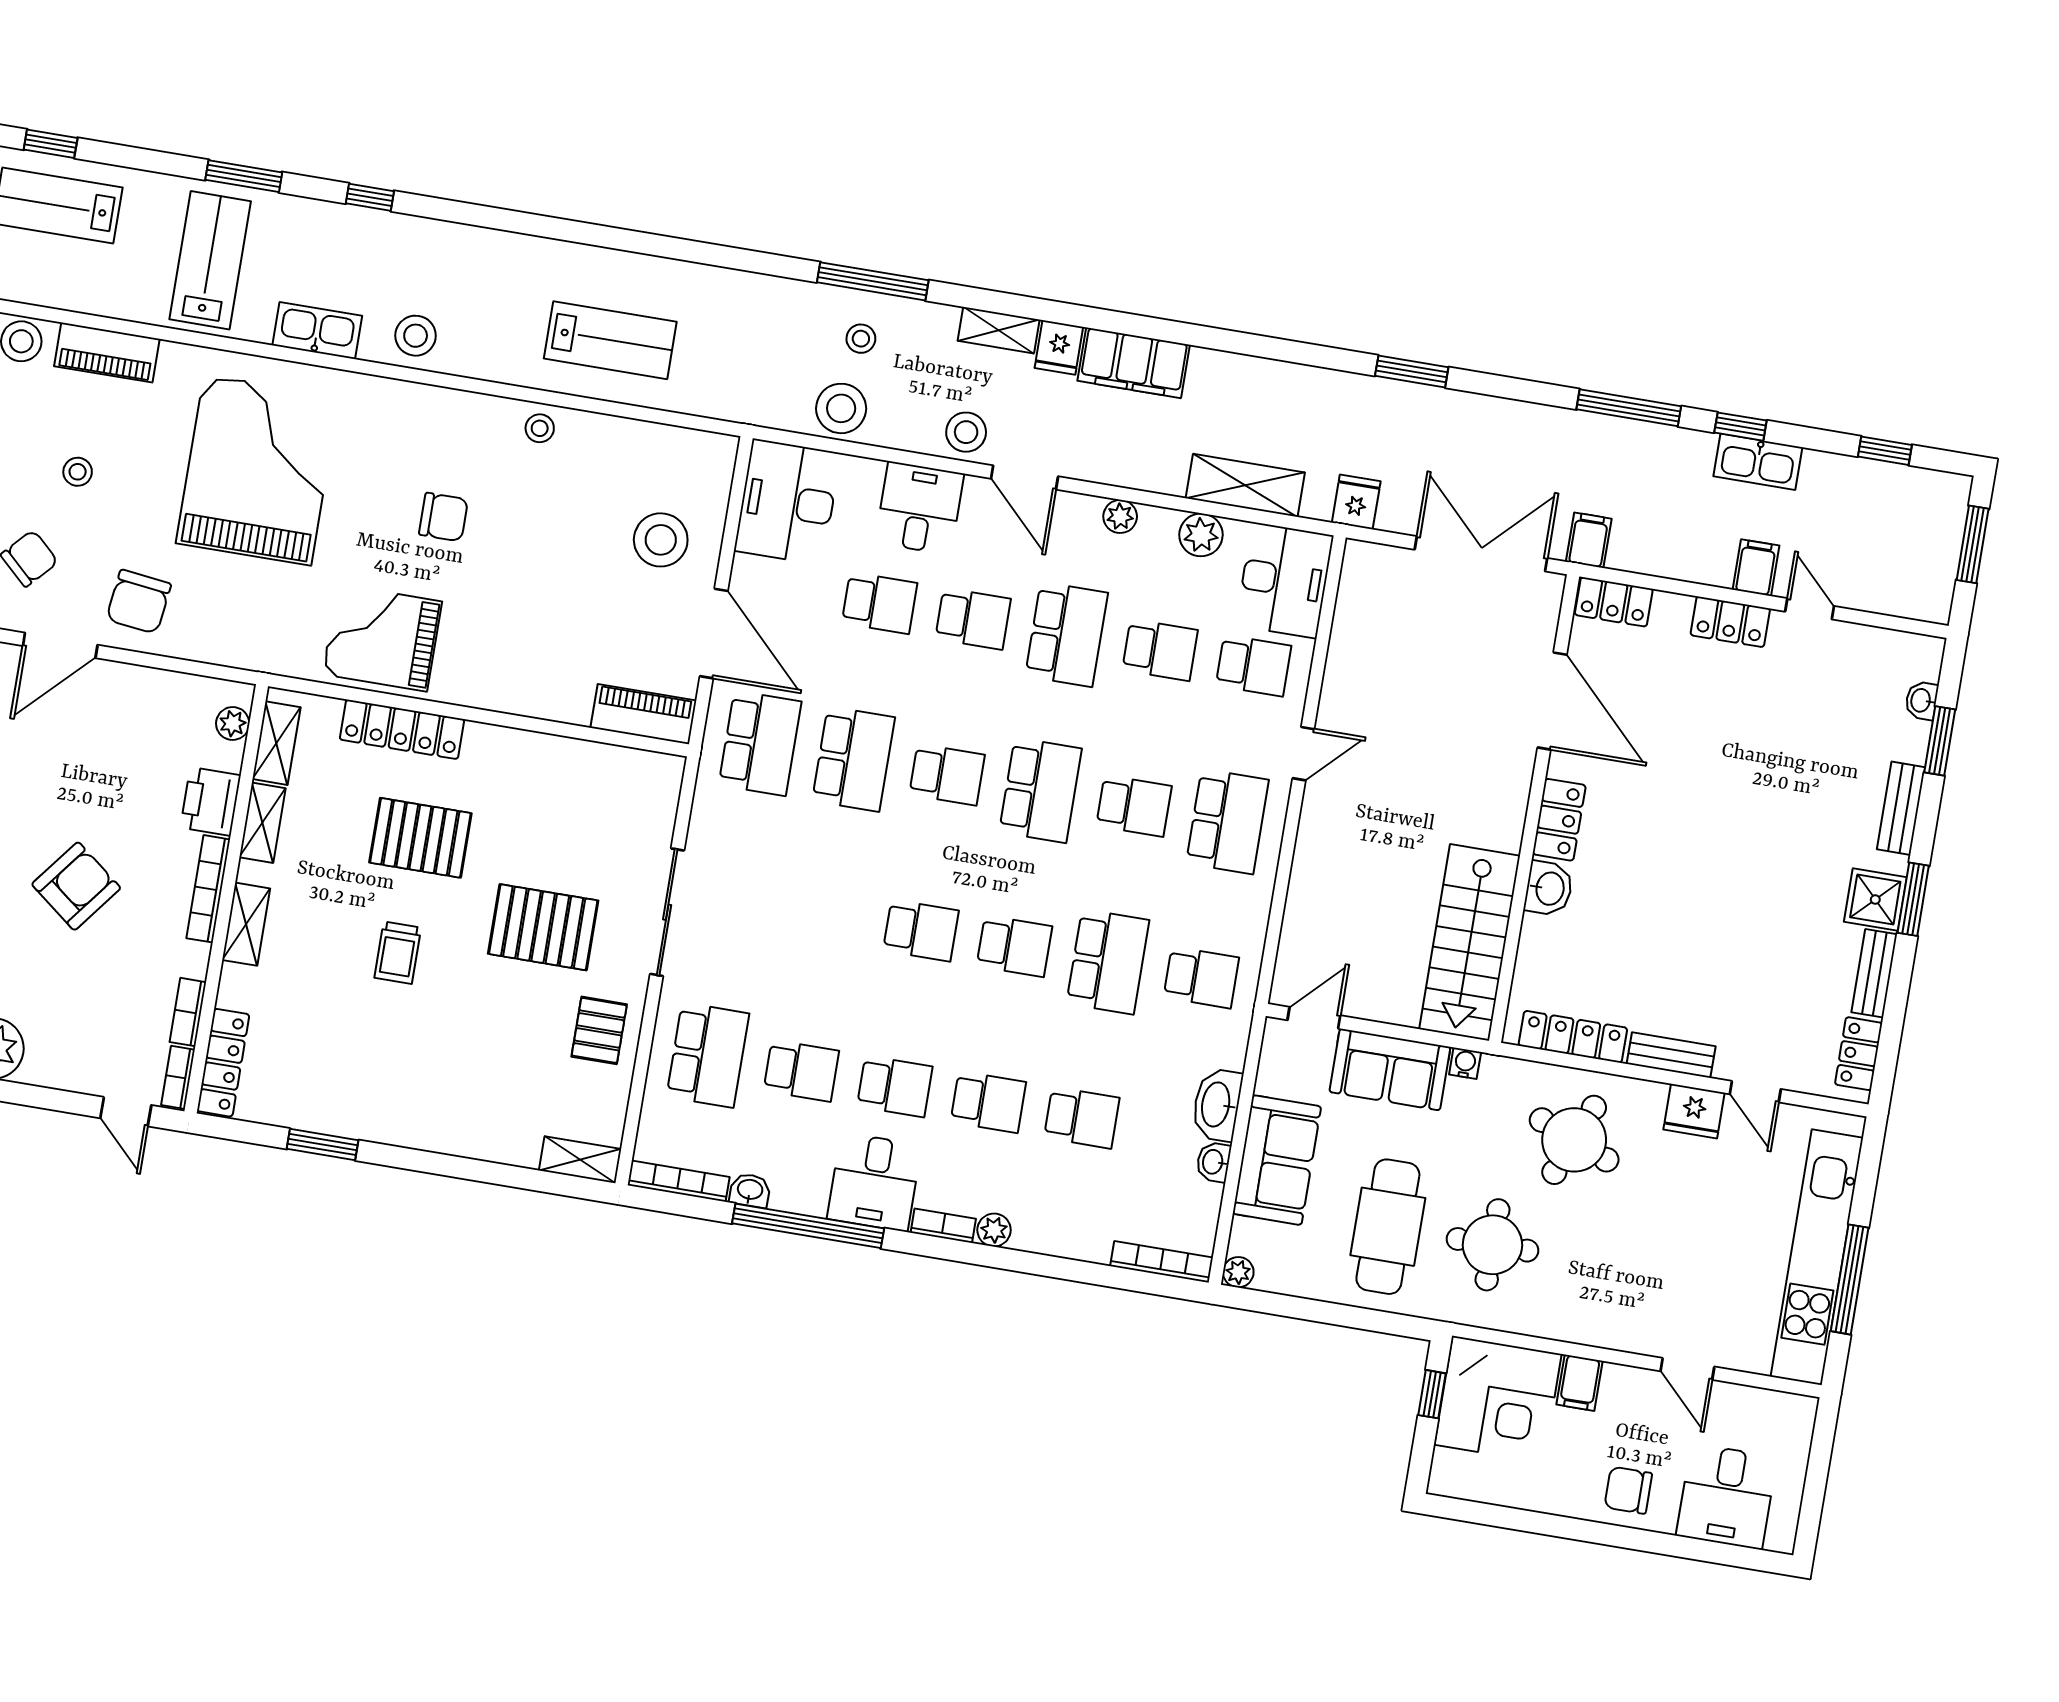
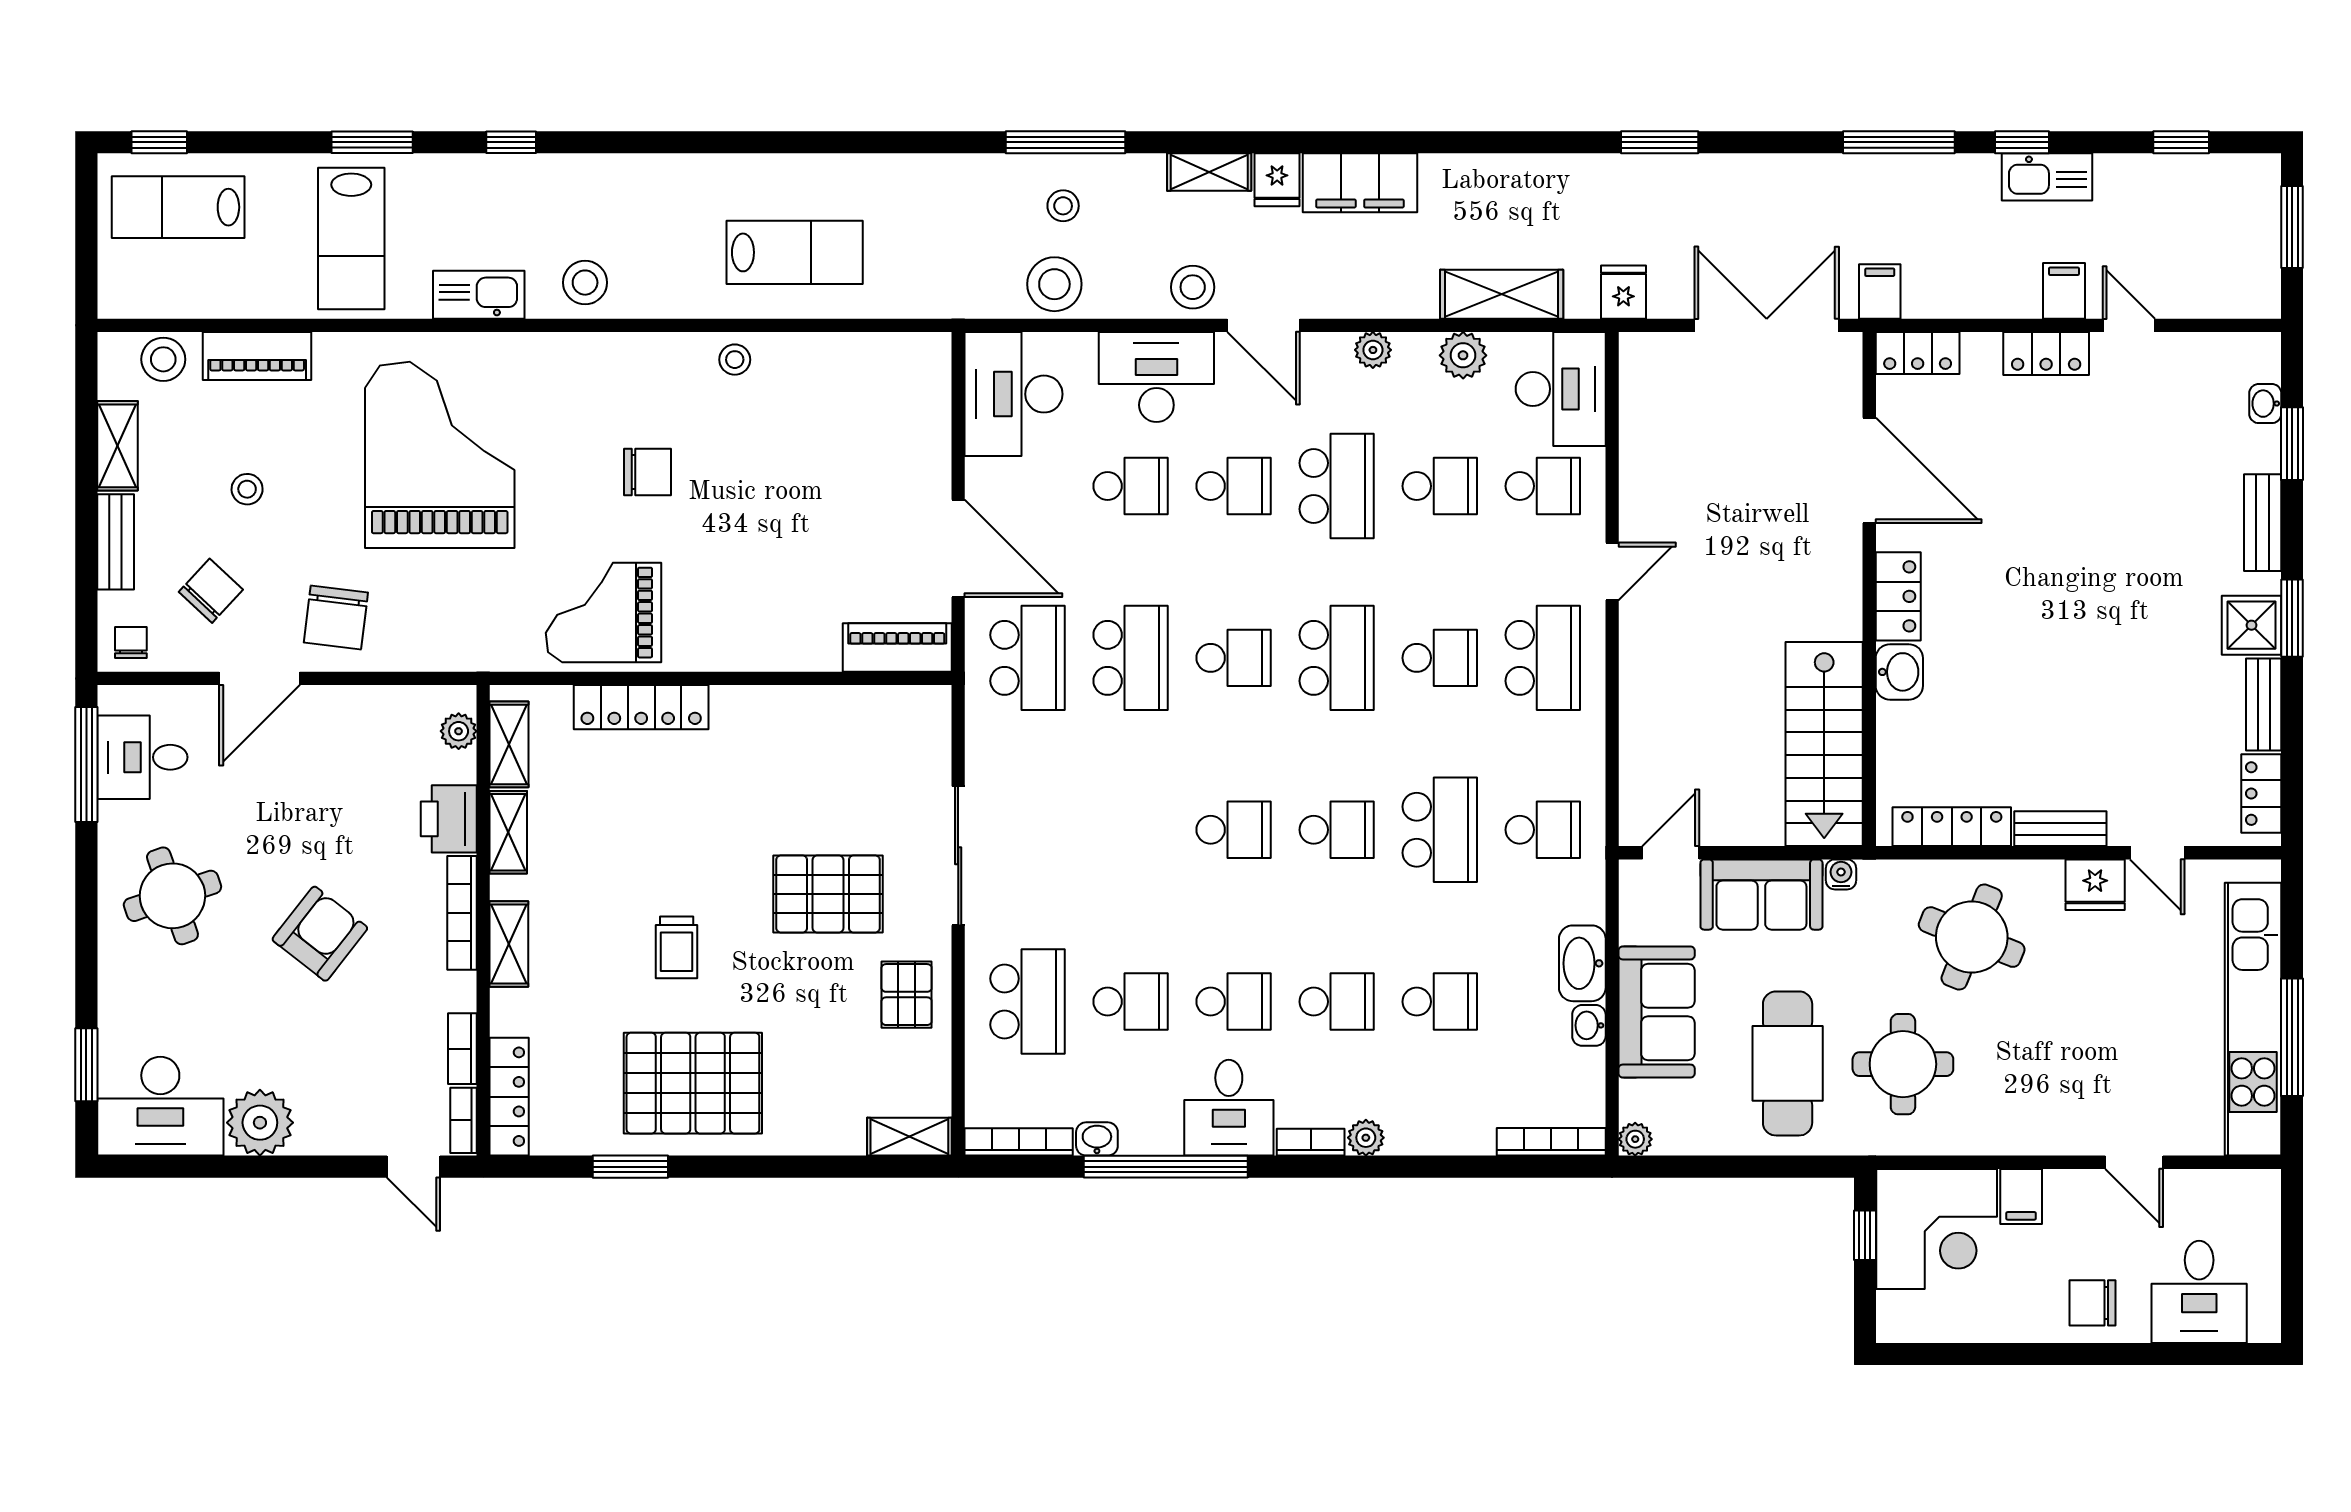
lab bench: (210, 260) -> (351, 239), turned 180
desk: (920, 508) -> (1156, 377), width x1.37
stool: (661, 540) -> (885, 458), removed
pallet: (420, 838) -> (693, 1083), moved, width x1.37, depth x1.41

